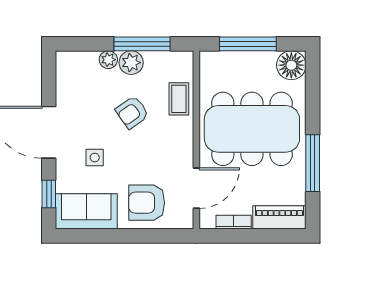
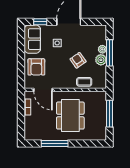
window: (142, 44) -> (110, 53), moved
floor lamp: (291, 65) -> (100, 134), removed
dining table: (252, 129) -> (70, 116), width x0.73, depth x0.80
armchair: (147, 203) -> (36, 67), turned 180
piano: (279, 217) -> (30, 128), removed

